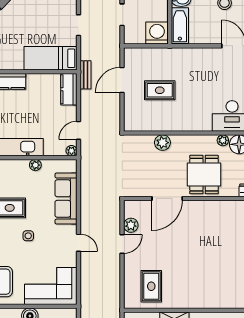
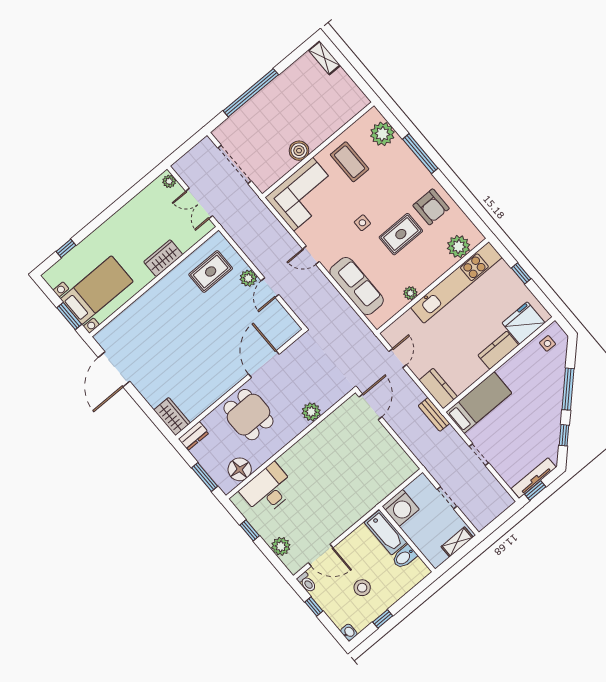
door: (122, 80) -> (370, 407), moved
rug: (160, 90) -> (354, 458), removed
plant: (223, 140) -> (258, 460), removed
plant: (71, 151) -> (388, 334), removed
plant: (131, 225) -> (248, 278), moved
rug: (151, 286) -> (211, 272), turned 90

